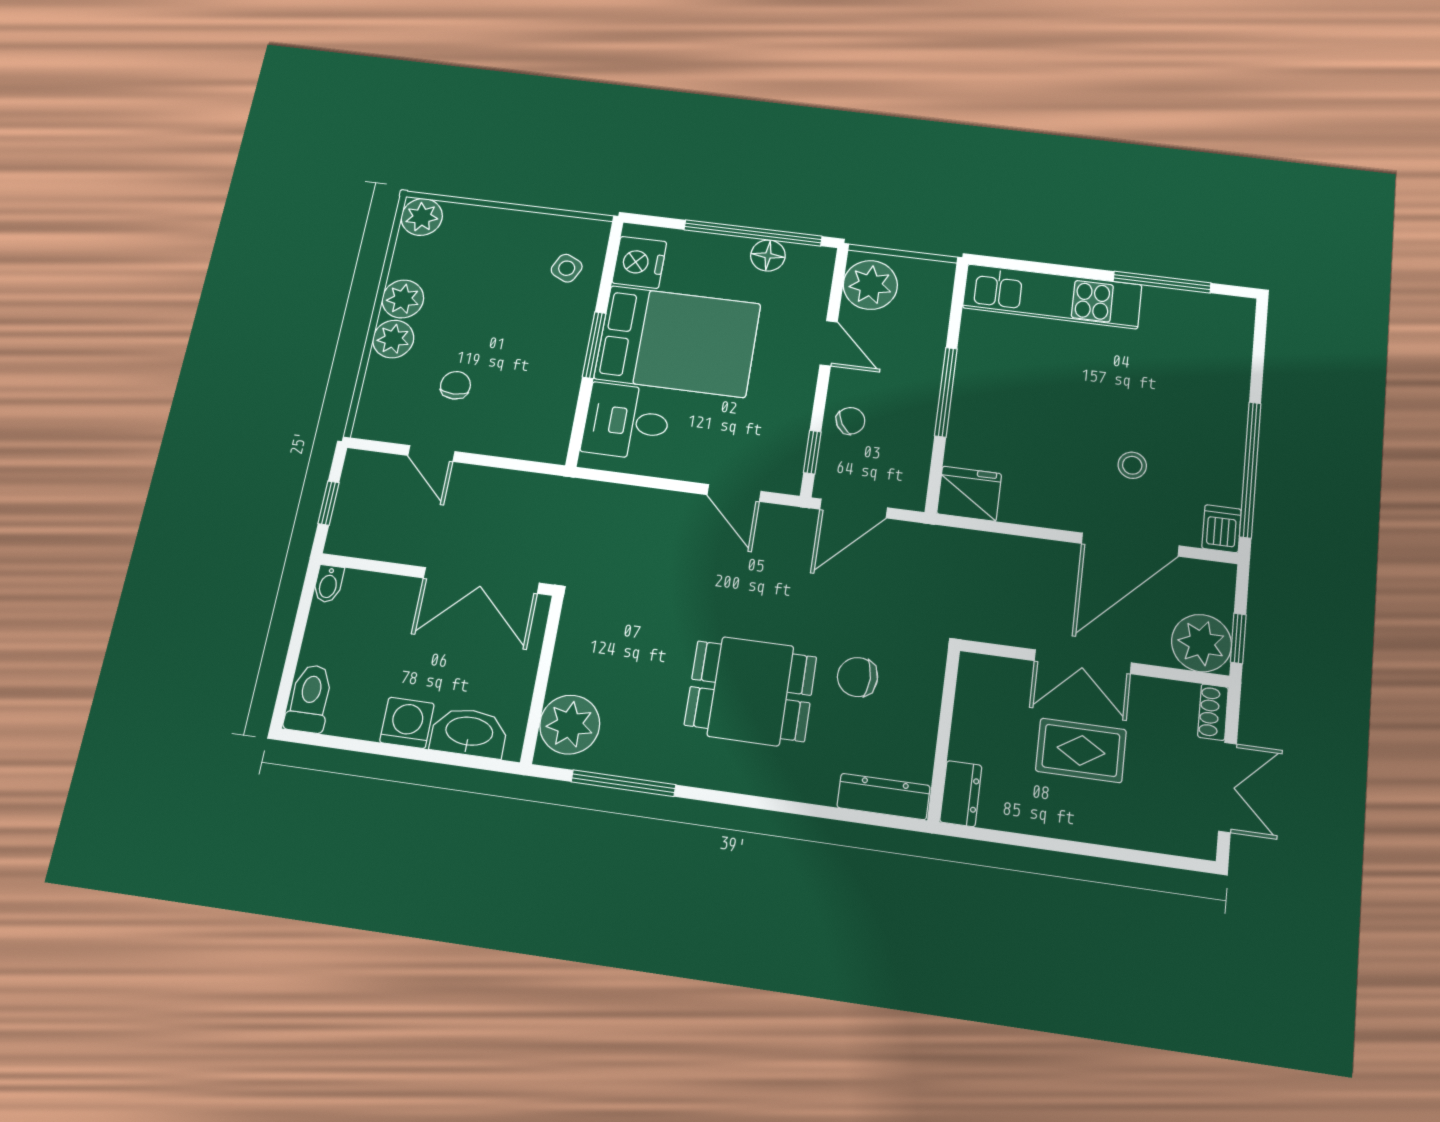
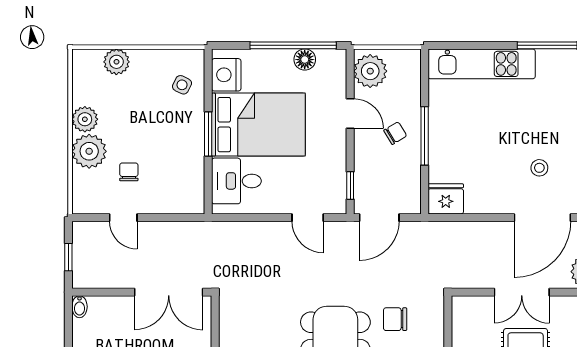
plant: (422, 217) -> (116, 62), moved
plant: (393, 339) -> (89, 151), width x1.36, depth x1.36
chair: (851, 421) -> (395, 133), moved

